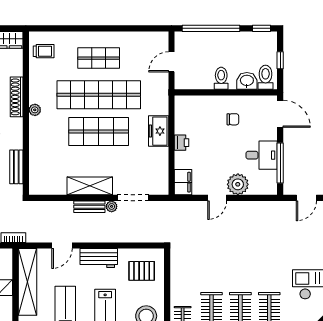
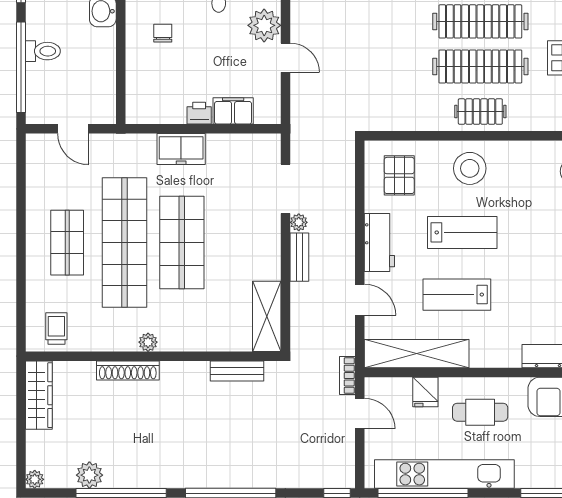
toilet: (221, 78) -> (43, 51), moved, turned 180
filing cabinet: (183, 182) -> (233, 111), moved
shelving: (90, 186) -> (267, 316), moved

